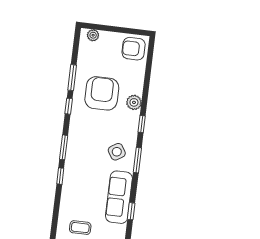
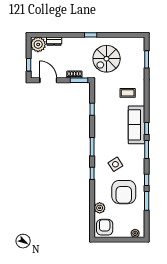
armchair: (134, 49) -> (105, 227), turned -90
plant: (134, 102) -> (100, 208), moved
side table: (117, 152) -> (115, 164), moved
sofa: (119, 197) -> (137, 125), moved, turned 180

